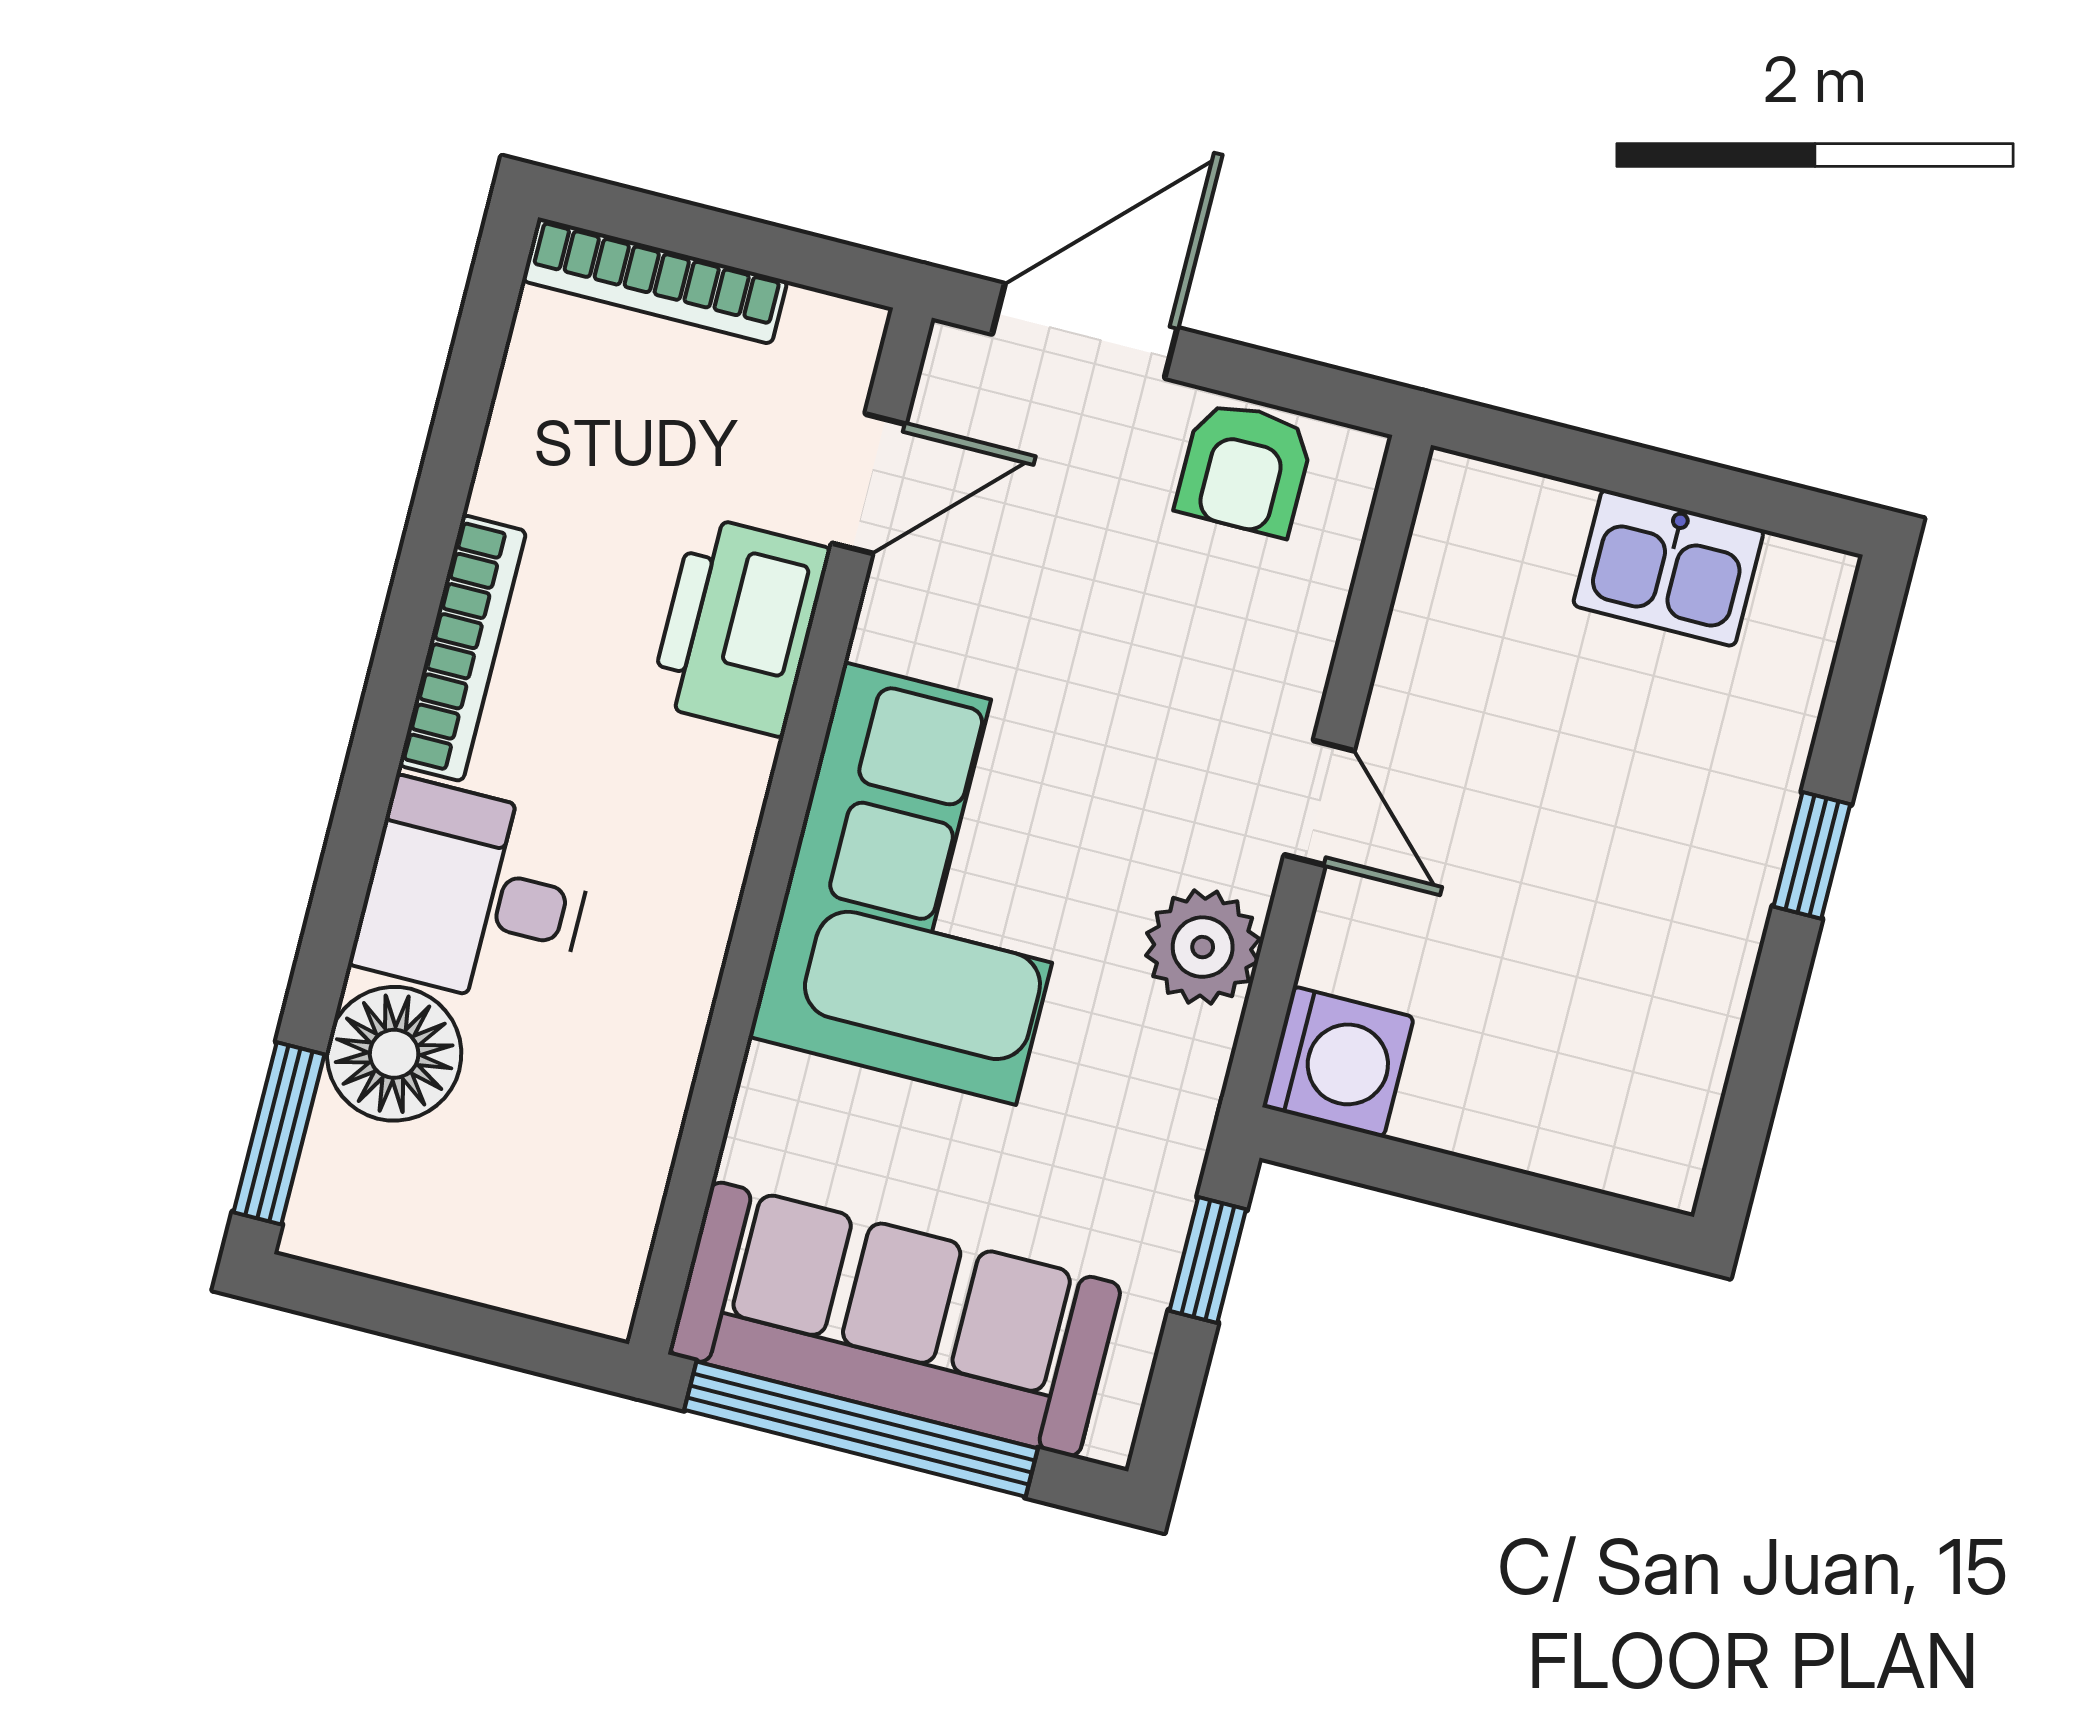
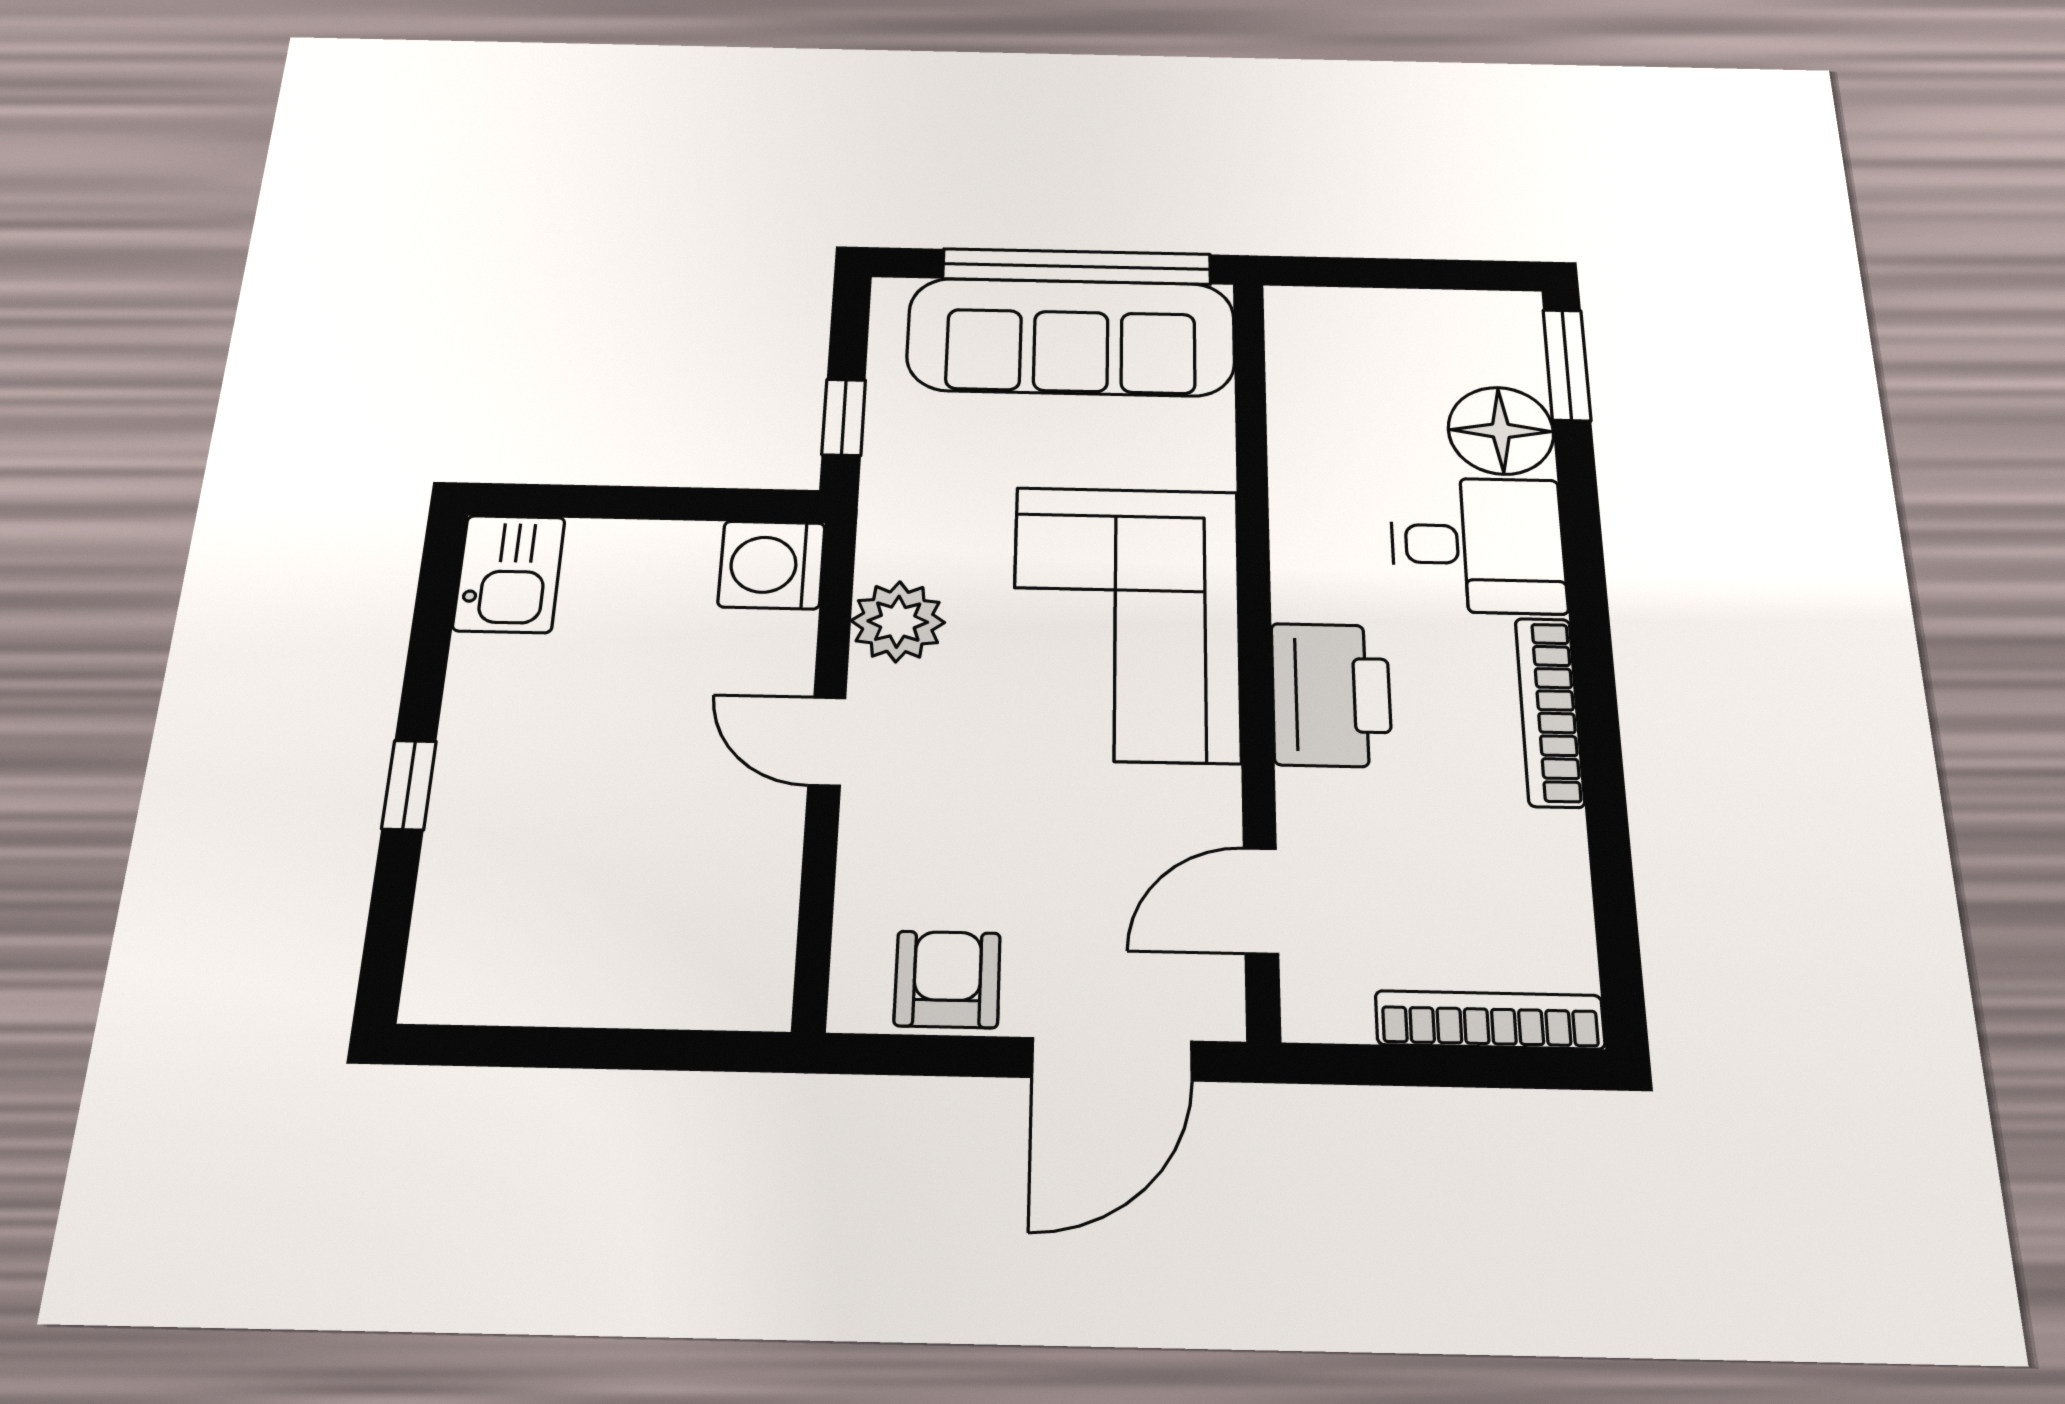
kitchen sink: (1668, 568) -> (509, 574), moved, turned 90
printer: (739, 626) -> (1331, 695), moved

